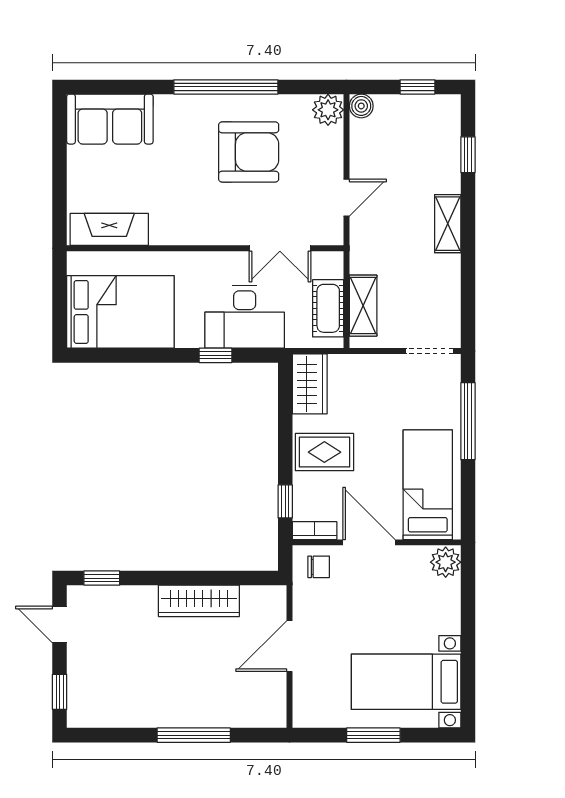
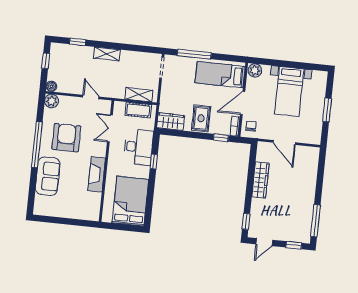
sofa: (110, 119) -> (48, 176), moved
fireplace: (109, 229) -> (97, 174), moved
double door: (280, 248) -> (110, 128), swing flipped
bed with nightstands: (406, 682) -> (289, 91), moved
window: (194, 735) -> (315, 221), moved

